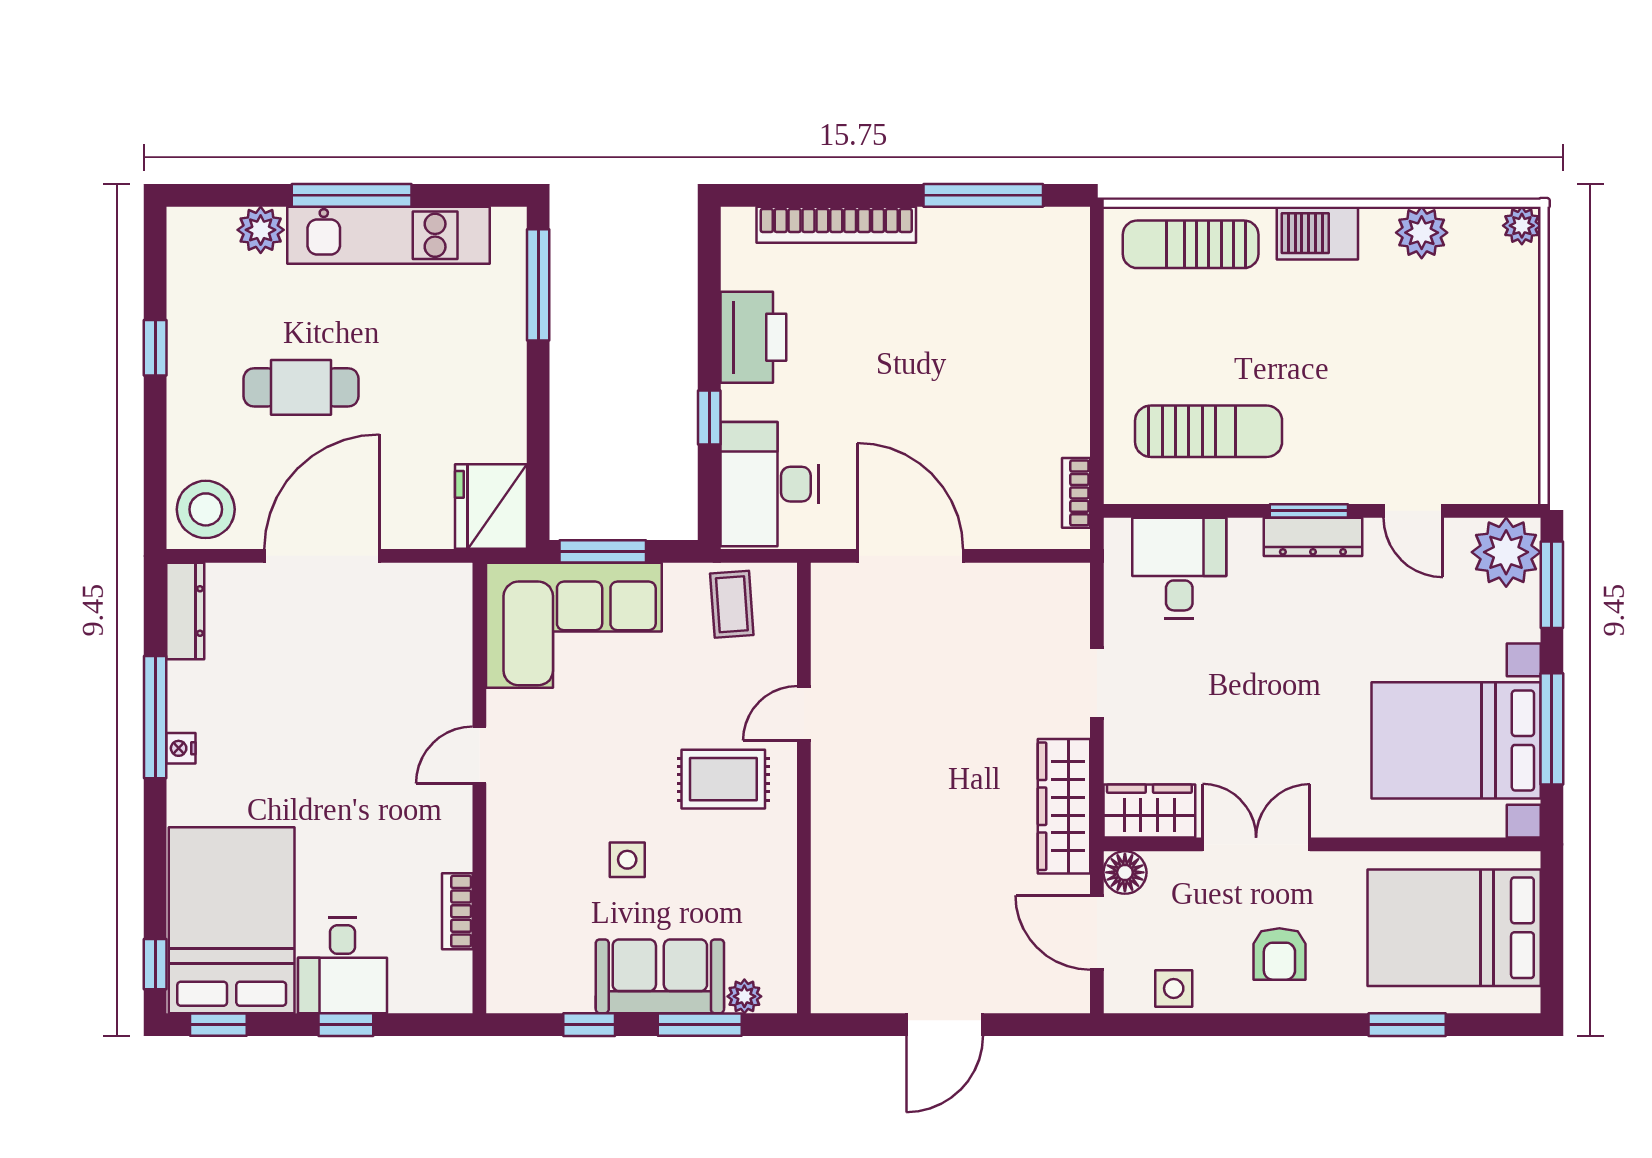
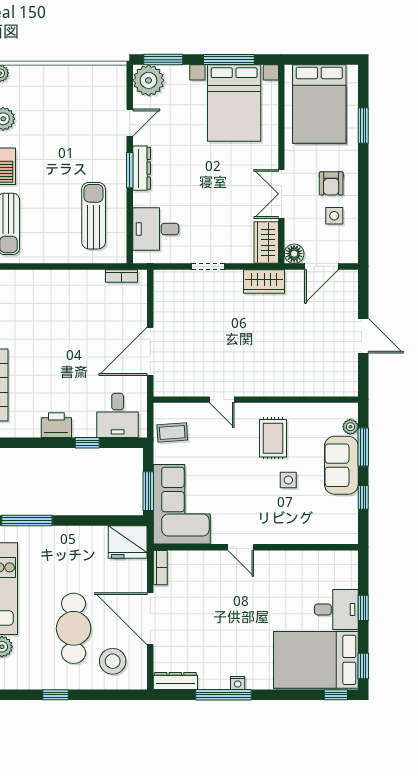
printer: (753, 337) -> (56, 425), width x0.73, depth x0.84
cafe table: (301, 387) -> (74, 628), width x1.37, depth x1.35
desk: (769, 484) -> (118, 415), width x0.73
stool: (206, 509) -> (113, 661), moved
rug: (723, 779) -> (273, 438), moved
wardrobe: (1064, 806) -> (264, 281), width x0.67
bookcase: (457, 911) -> (160, 568), moved, turned -90
armchair: (1279, 954) -> (331, 183), turned 90
side table: (1174, 988) -> (334, 216), moved

